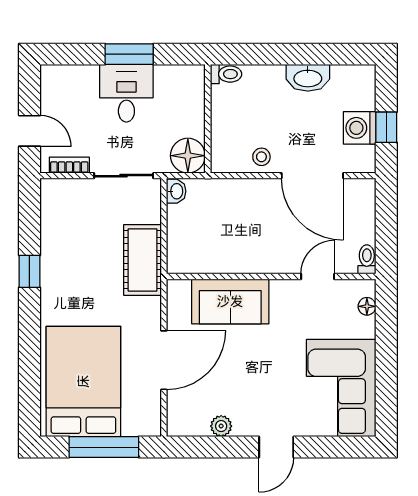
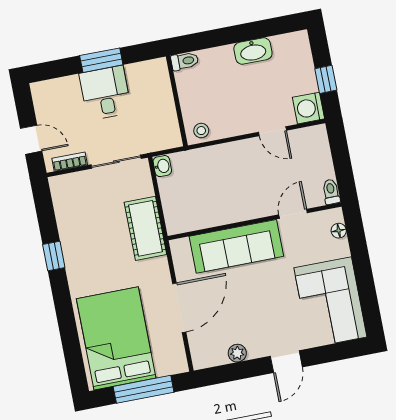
washing machine: (360, 128) -> (309, 108), moved
floor lamp: (188, 156) -> (166, 135), removed
stool: (261, 157) -> (201, 131), moved
door: (312, 176) -> (272, 131), width x0.53
sofa: (230, 301) -> (236, 246), width x1.36

